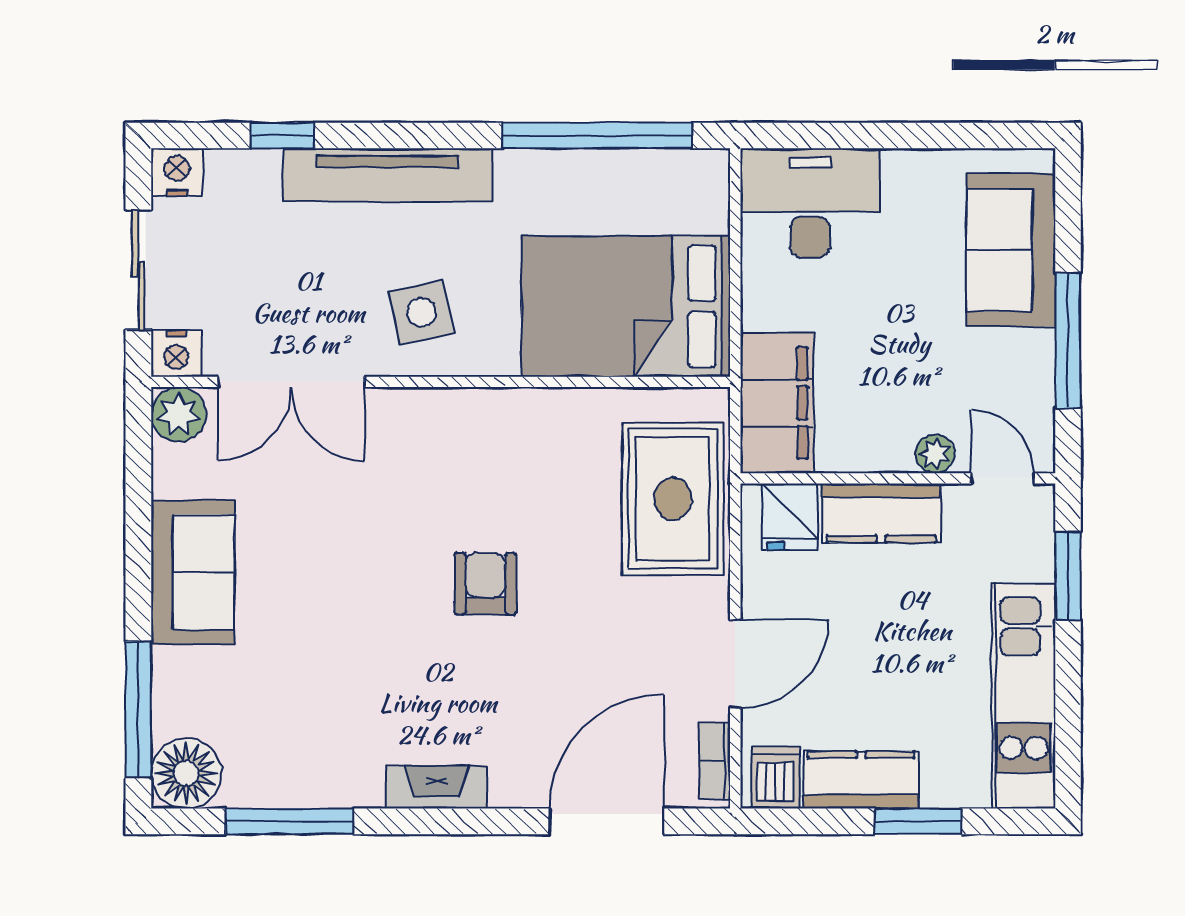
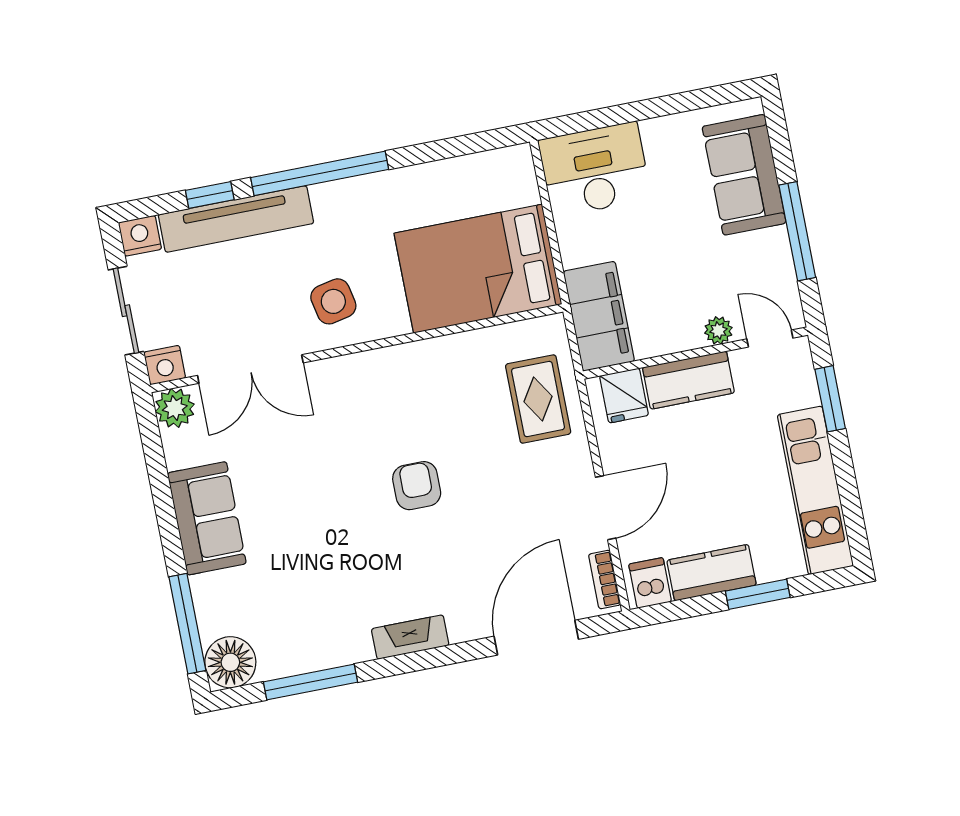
window: (597, 136) -> (320, 173), moved
tv unit: (388, 175) -> (236, 219), moved
rug: (673, 499) -> (538, 399), width x0.73, depth x0.70

